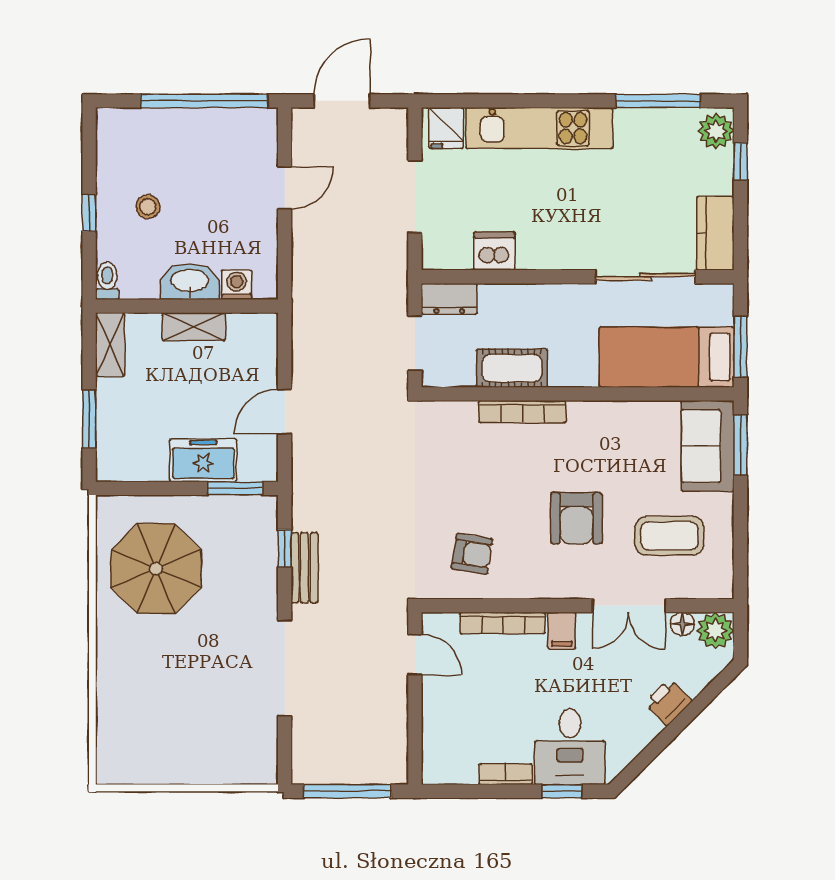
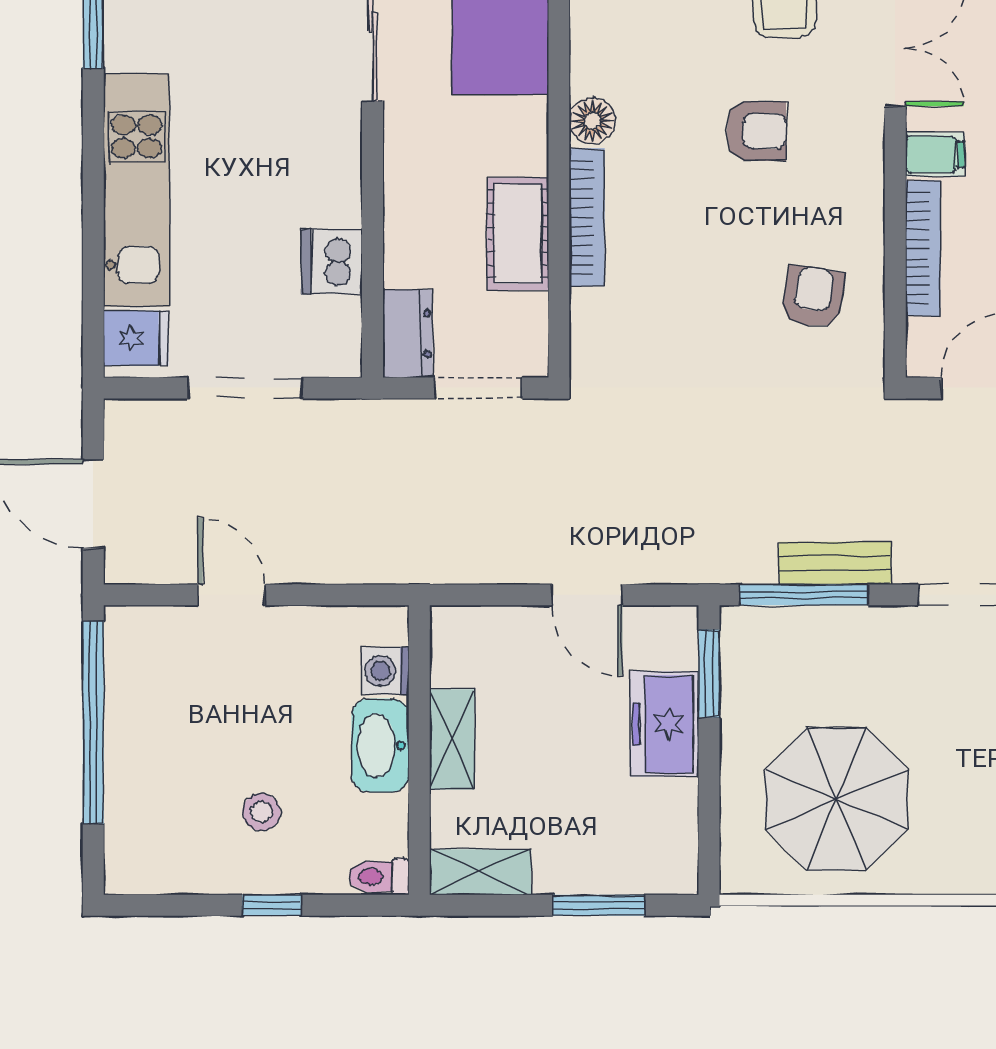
floor lamp: (583, 415) -> (592, 121), added
armchair: (576, 518) -> (756, 131), width x0.72, depth x0.72
window: (285, 548) -> (804, 595), width x2.17

